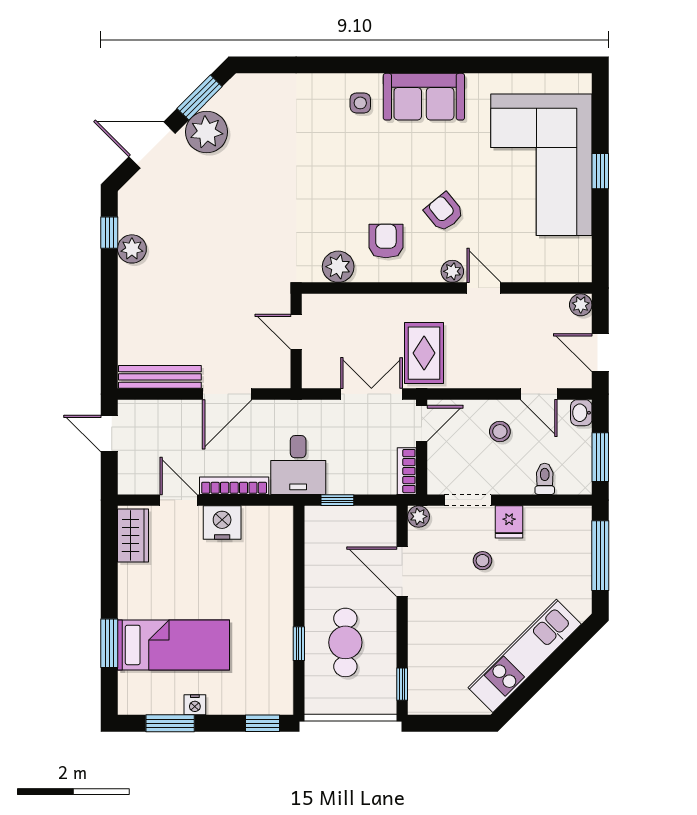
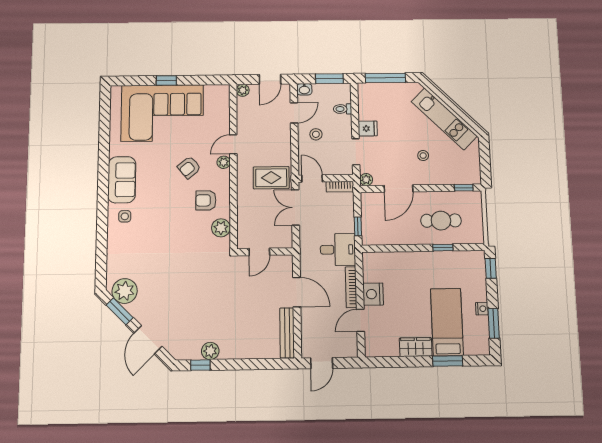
plant: (207, 132) -> (125, 291), moved
wardrobe: (133, 535) -> (416, 347), moved
stool: (482, 561) -> (423, 156), moved

